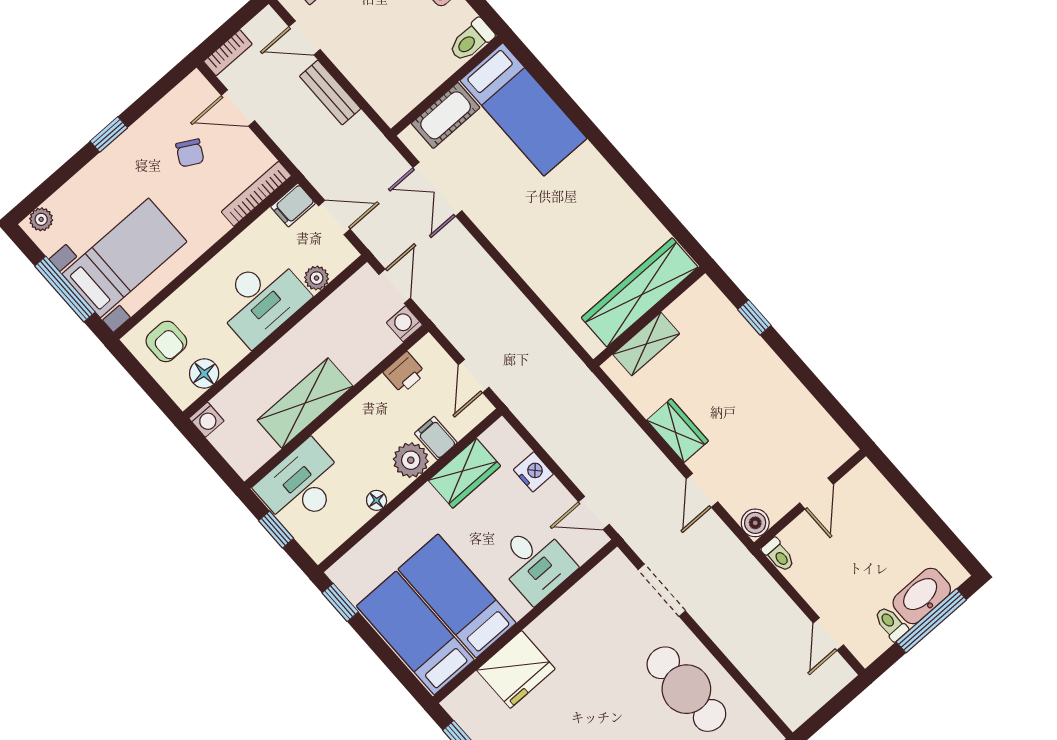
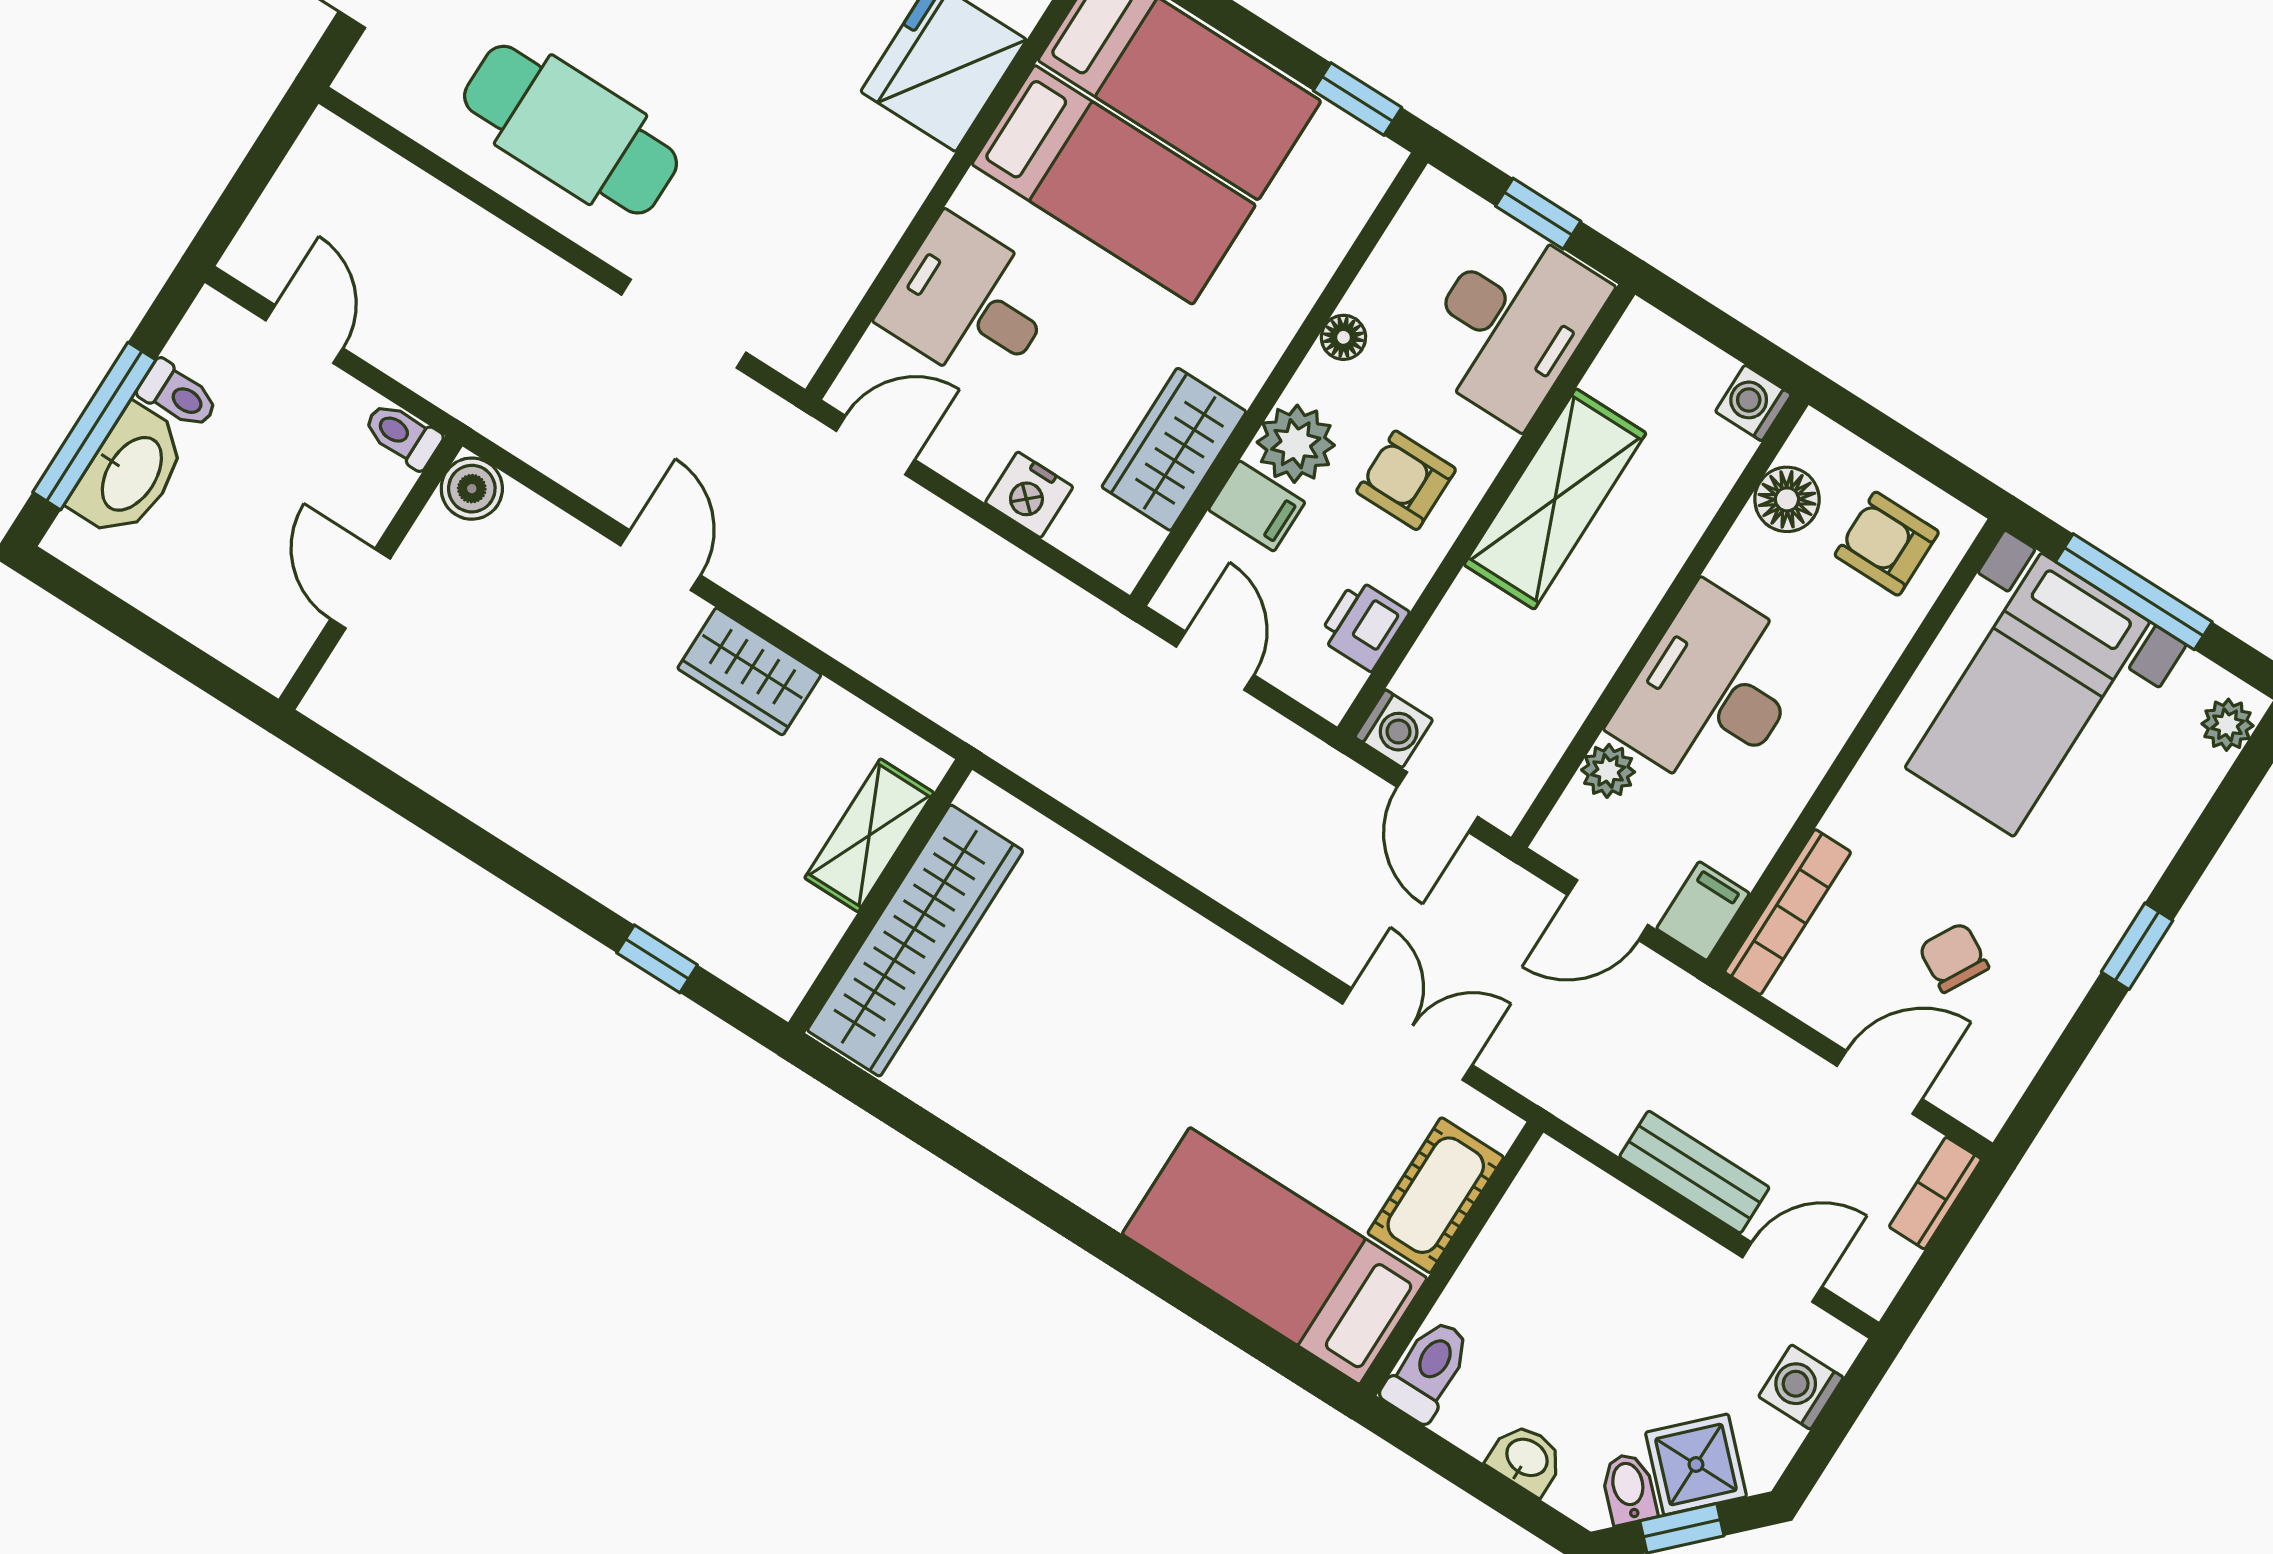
armchair: (367, 430) -> (1406, 480), added
door: (816, 494) -> (360, 589), moved
wall: (810, 499) -> (370, 573), moved
boiler: (755, 523) -> (472, 489), moved
toilet: (779, 555) -> (403, 435), moved

